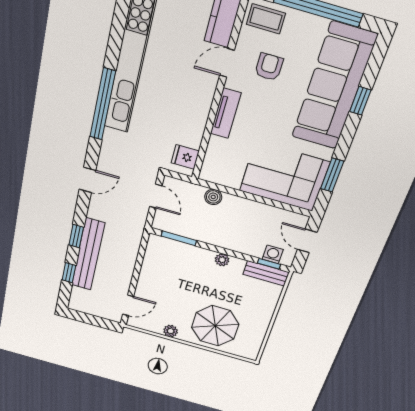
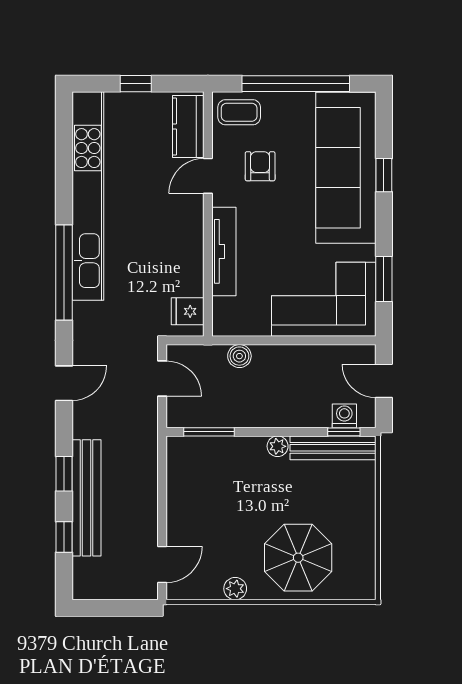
tv unit: (226, 113) -> (224, 251), width x1.41
bench: (266, 273) -> (333, 448), width x1.36

